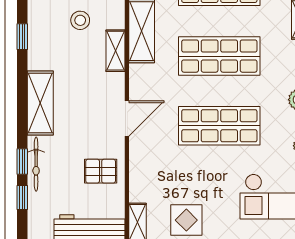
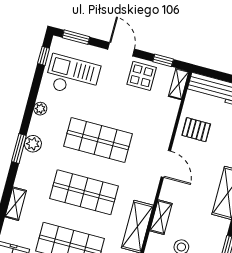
door: (127, 118) -> (166, 164), swing flipped

